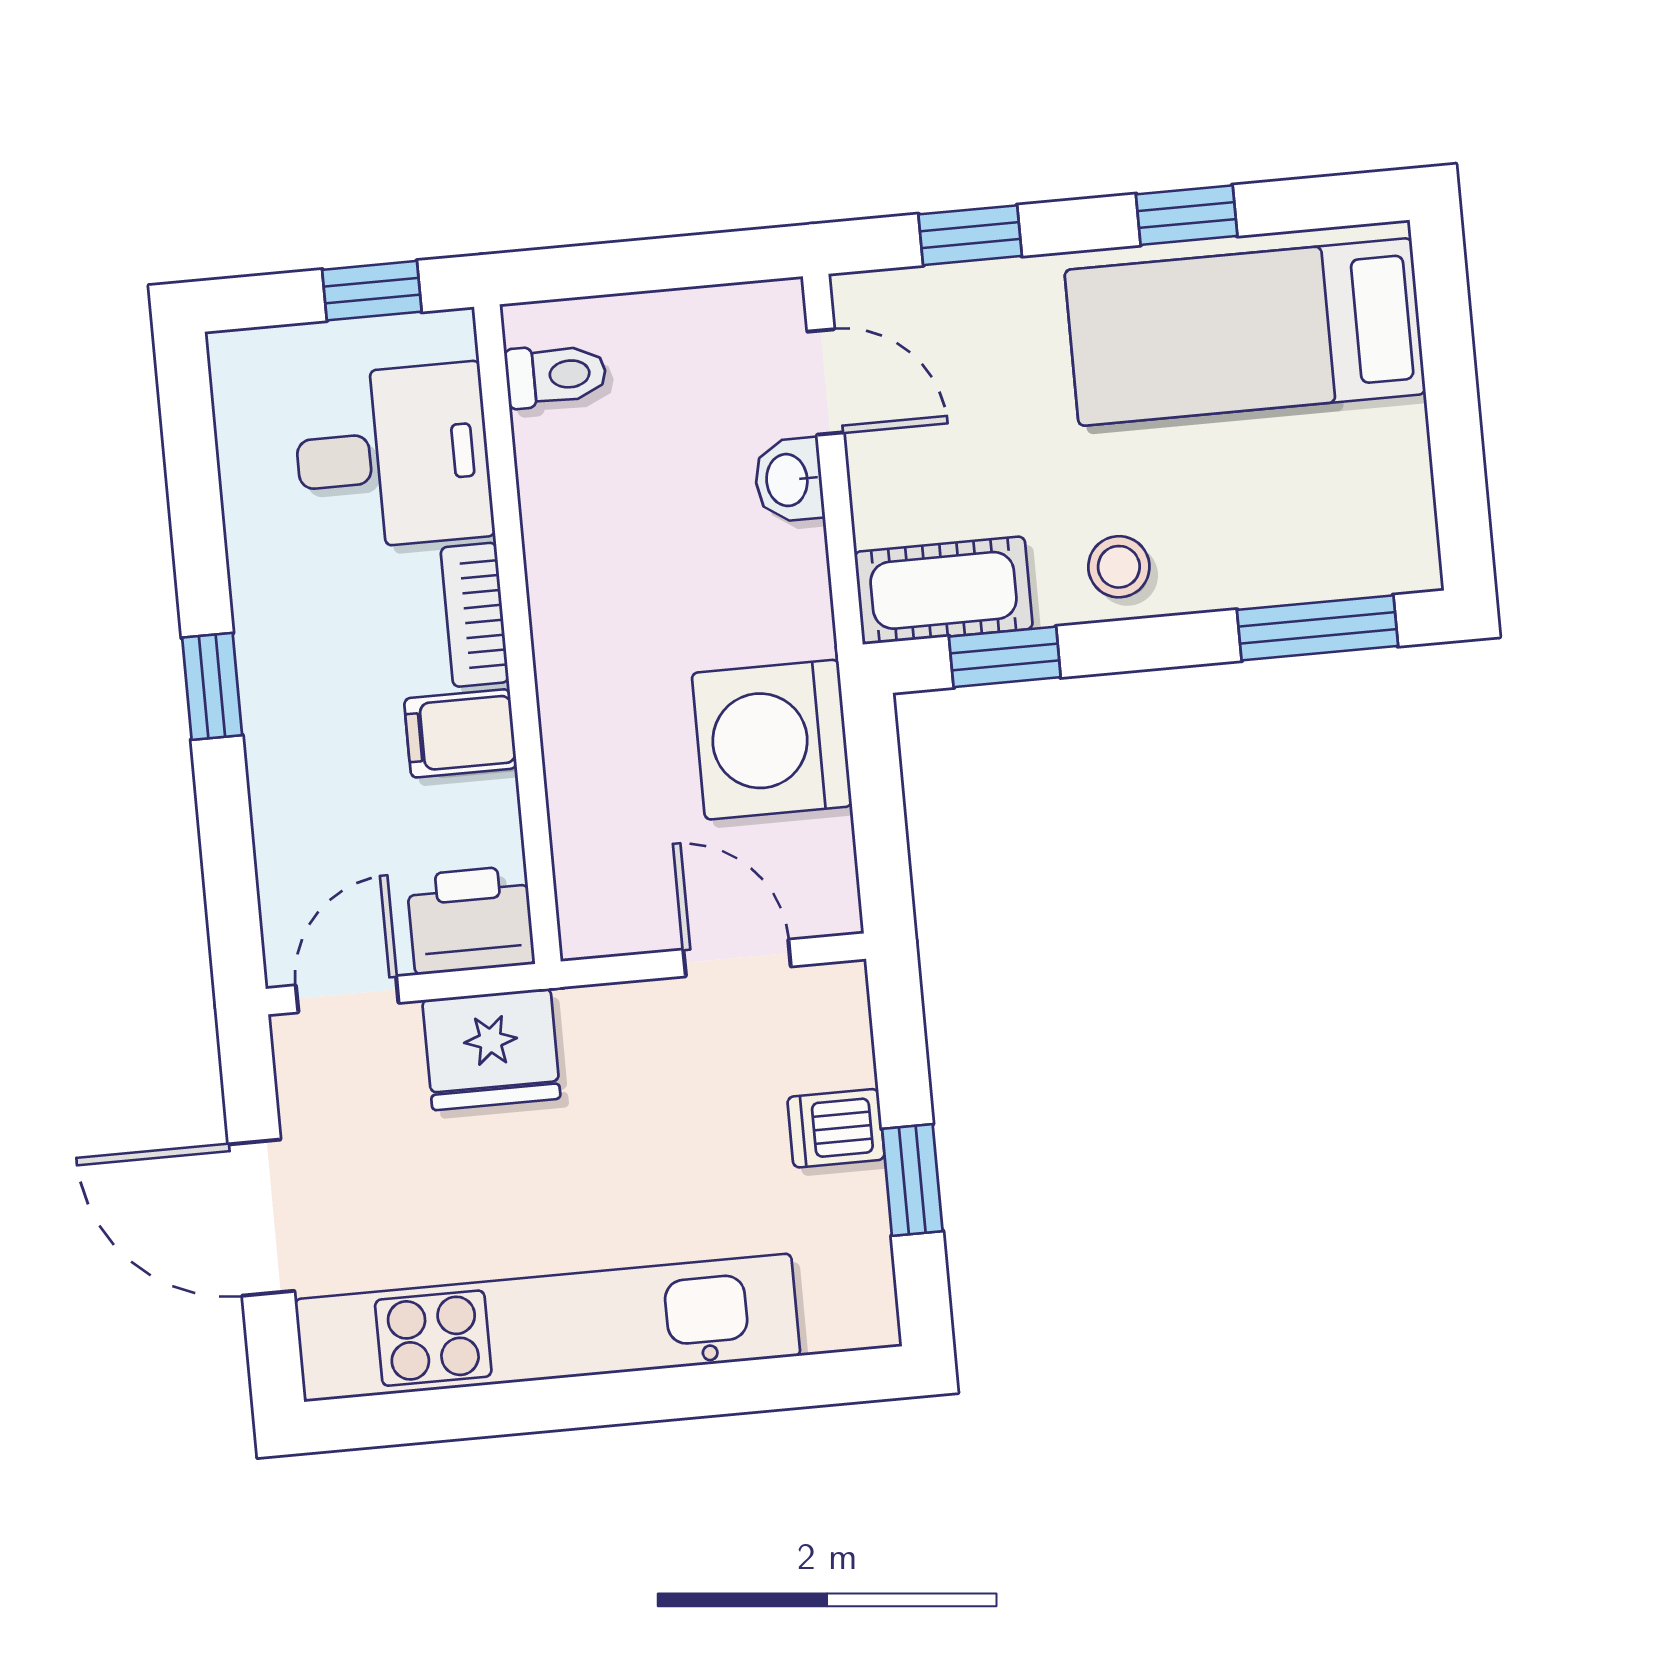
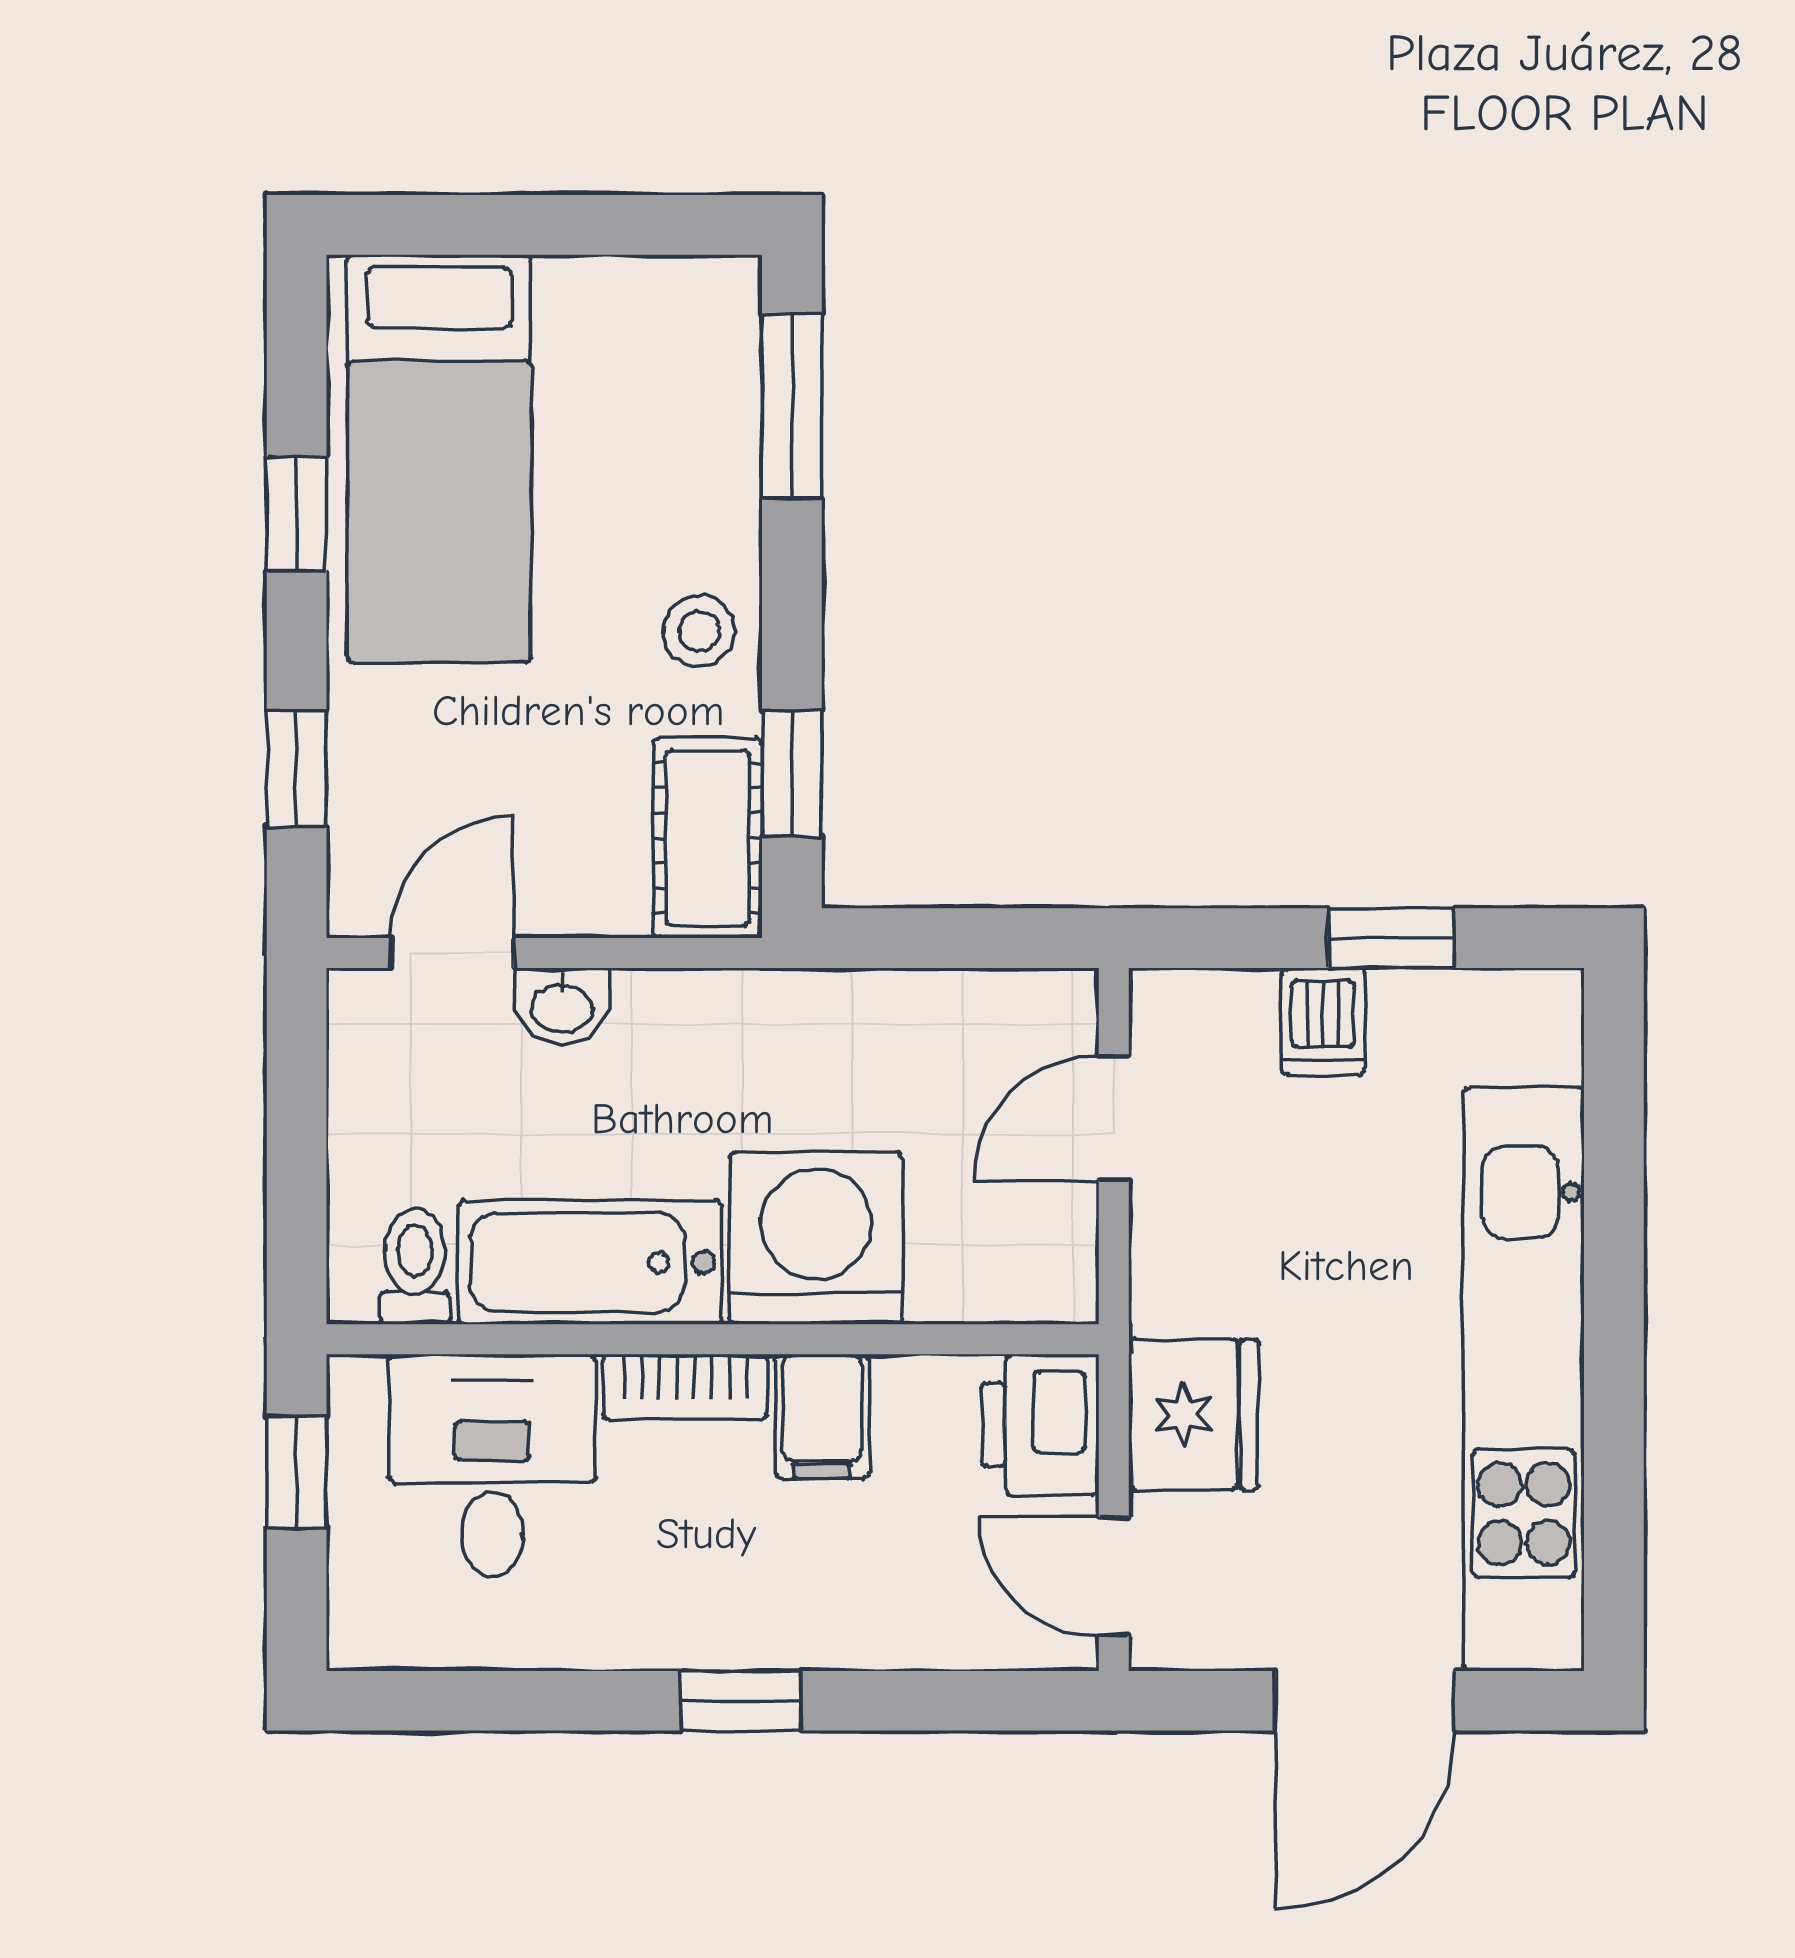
bathtub: (573, 524) -> (590, 1262), added
washing machine: (772, 740) -> (816, 1238), moved, turned 180

